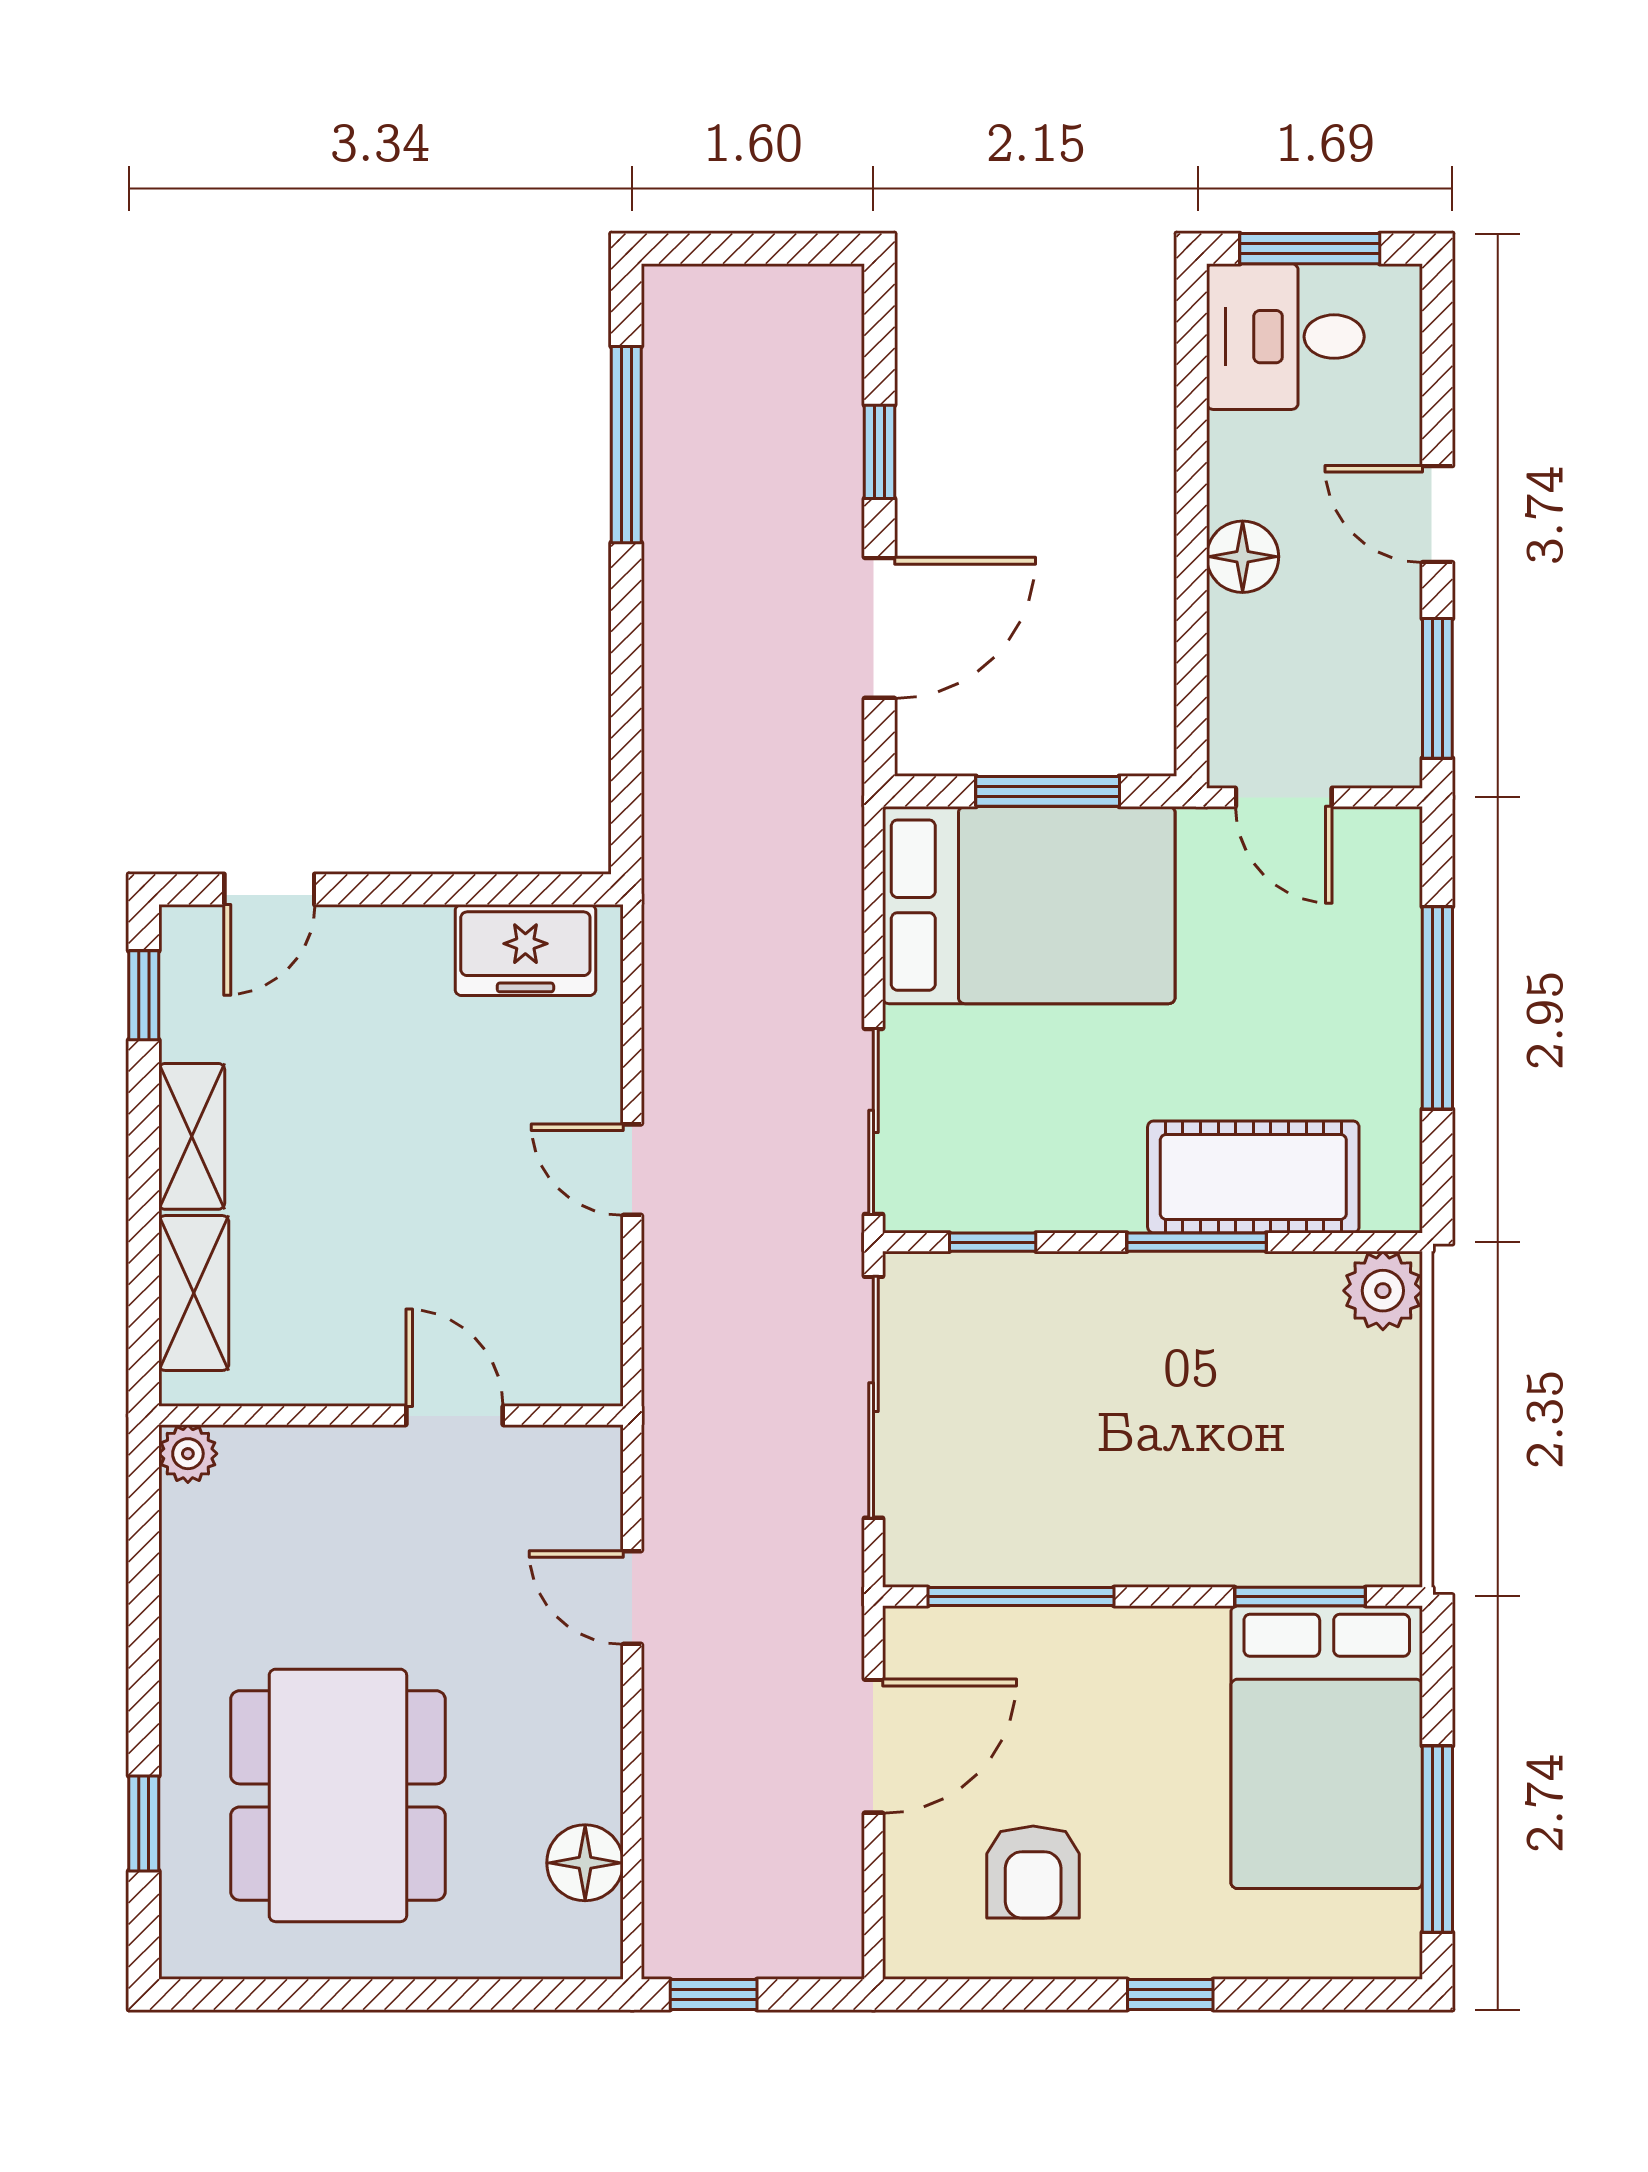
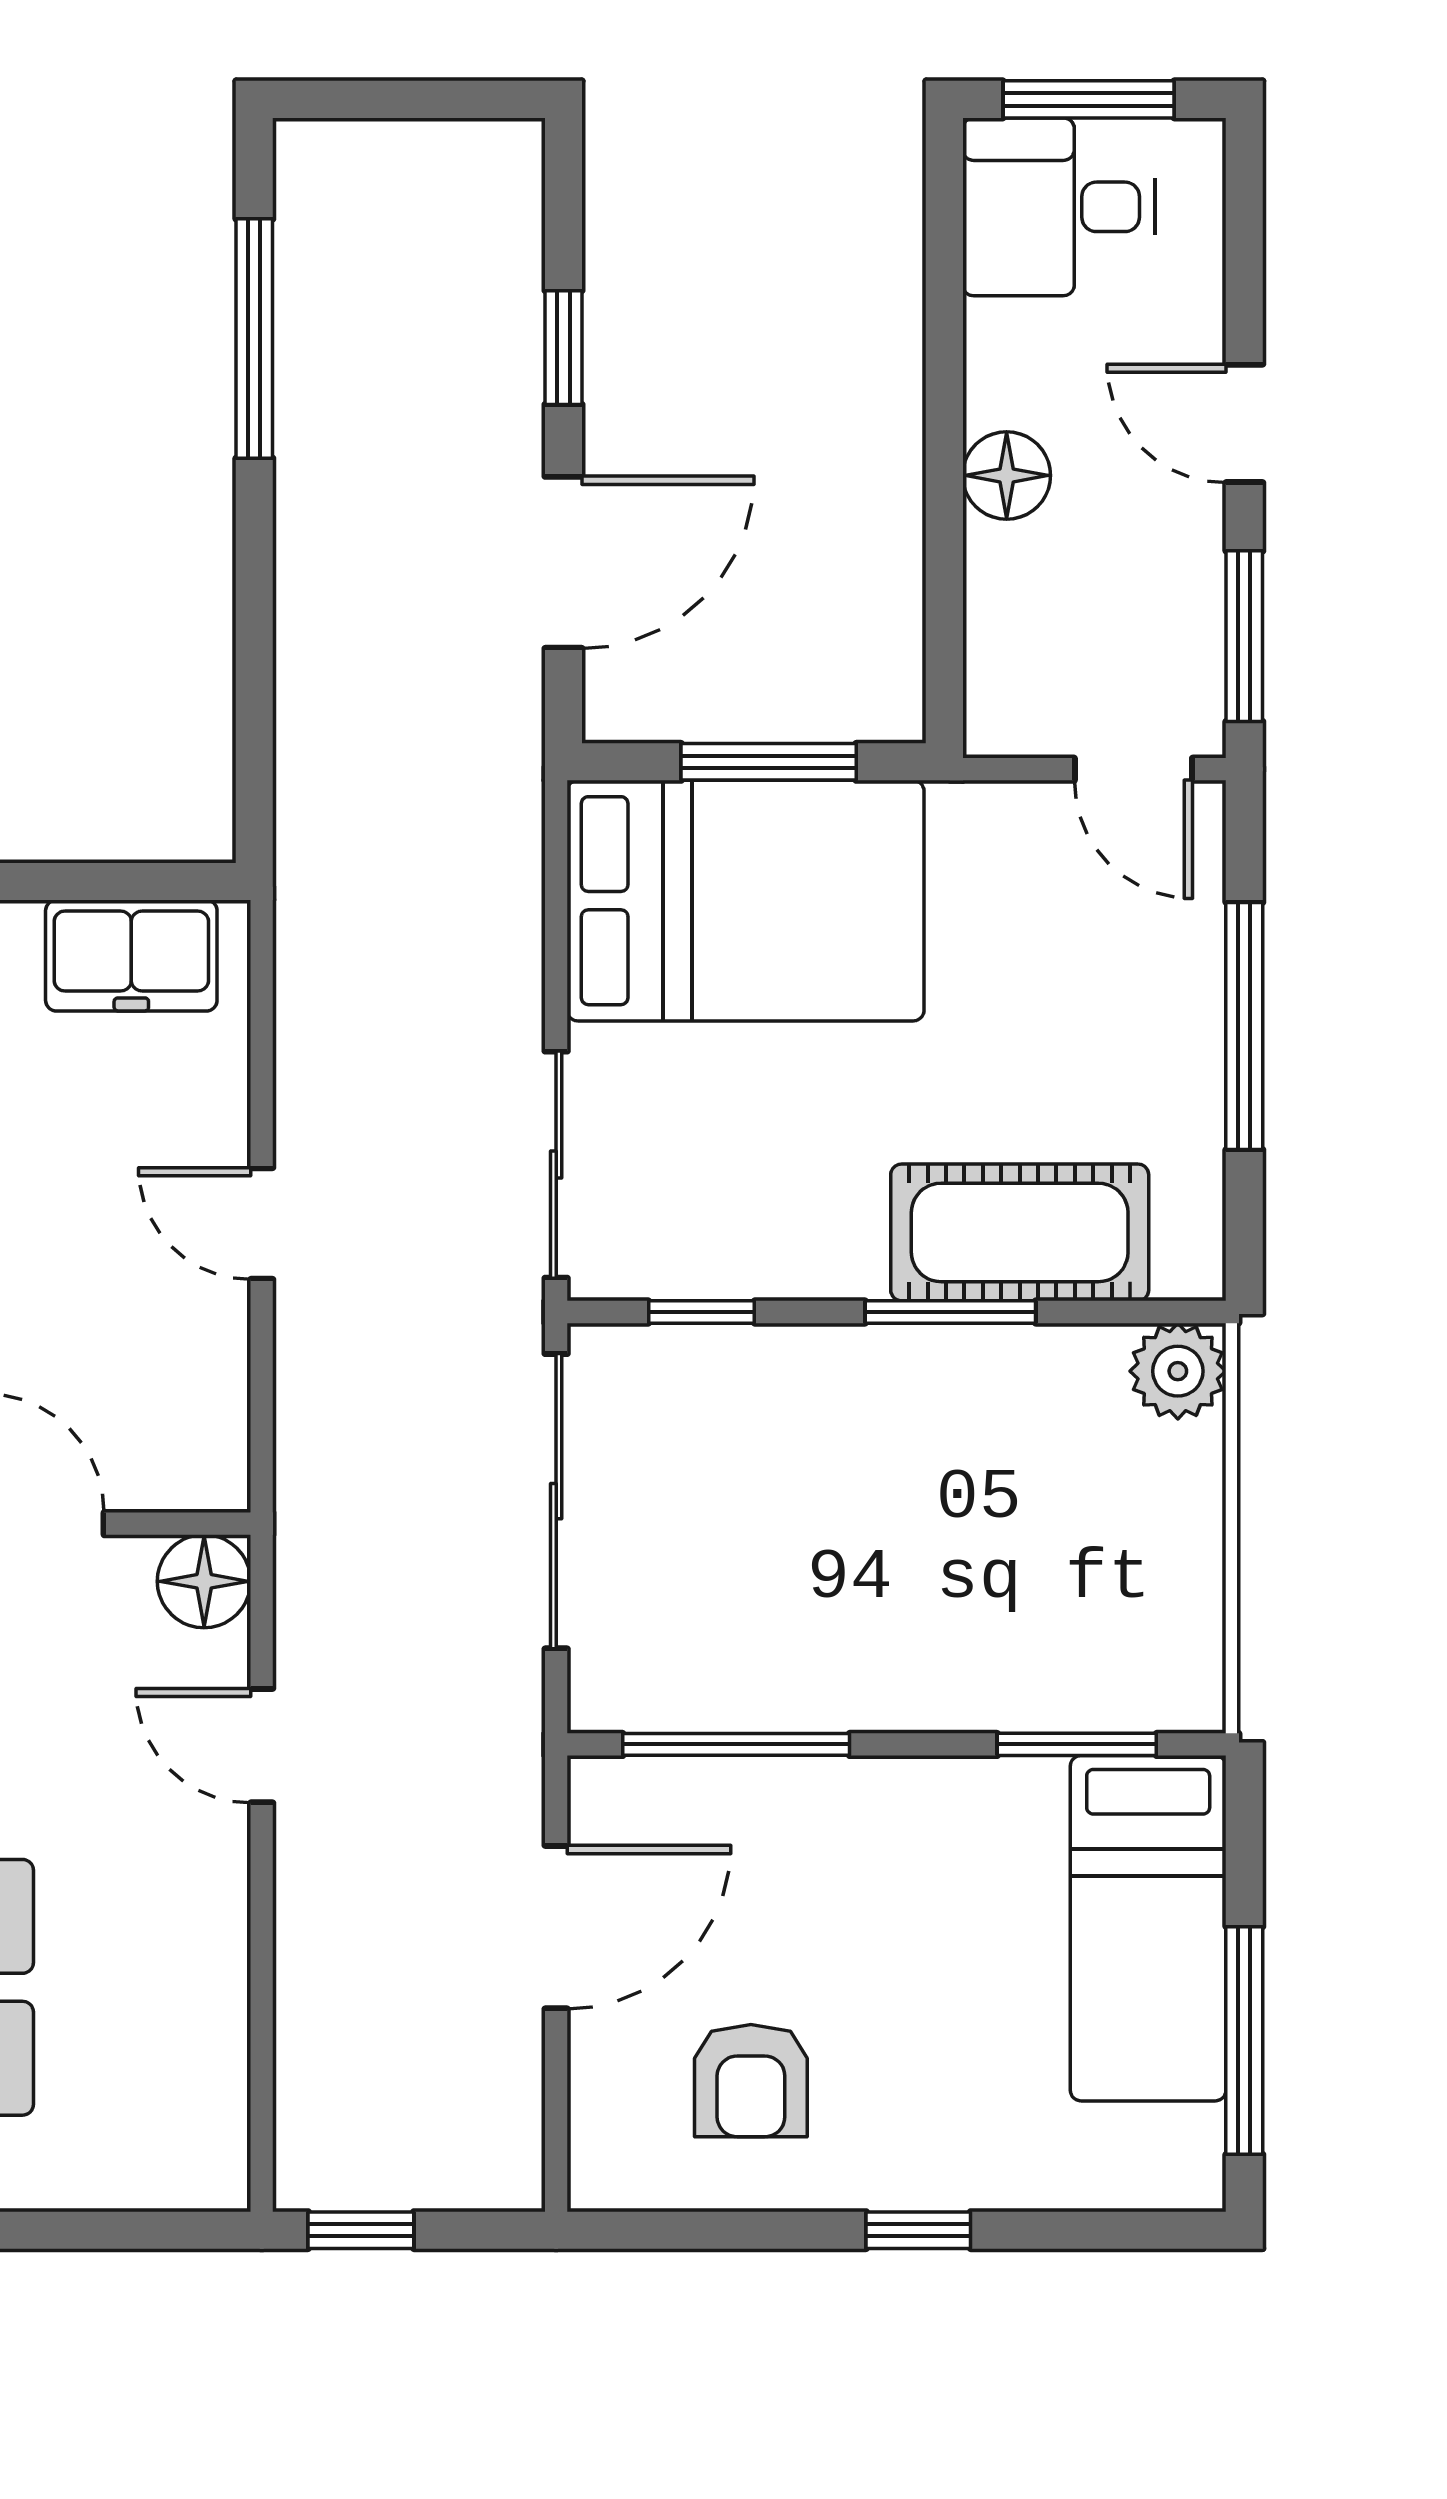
door: (1284, 797) -> (1133, 769), moved
bed: (1327, 1747) -> (1148, 1928), width x0.67
floor lamp: (585, 1863) -> (204, 1581), moved

